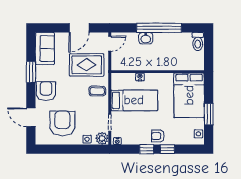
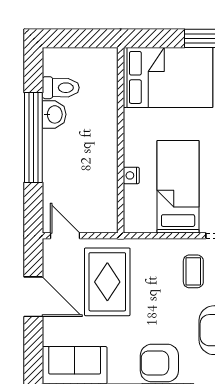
washbasin: (146, 38) -> (54, 114), moved
toilet: (198, 42) -> (61, 88), moved
coffee table: (97, 91) -> (193, 271), moved

